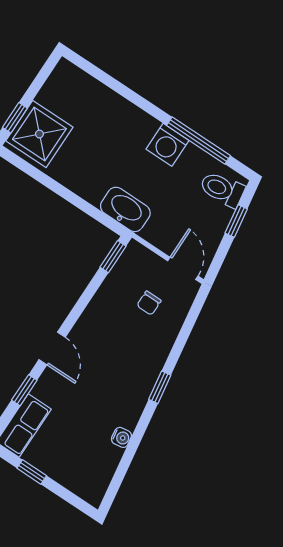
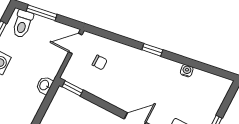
washbasin: (125, 209) -> (45, 85), width x0.52, depth x0.69
window: (236, 221) -> (42, 13), width x1.50

